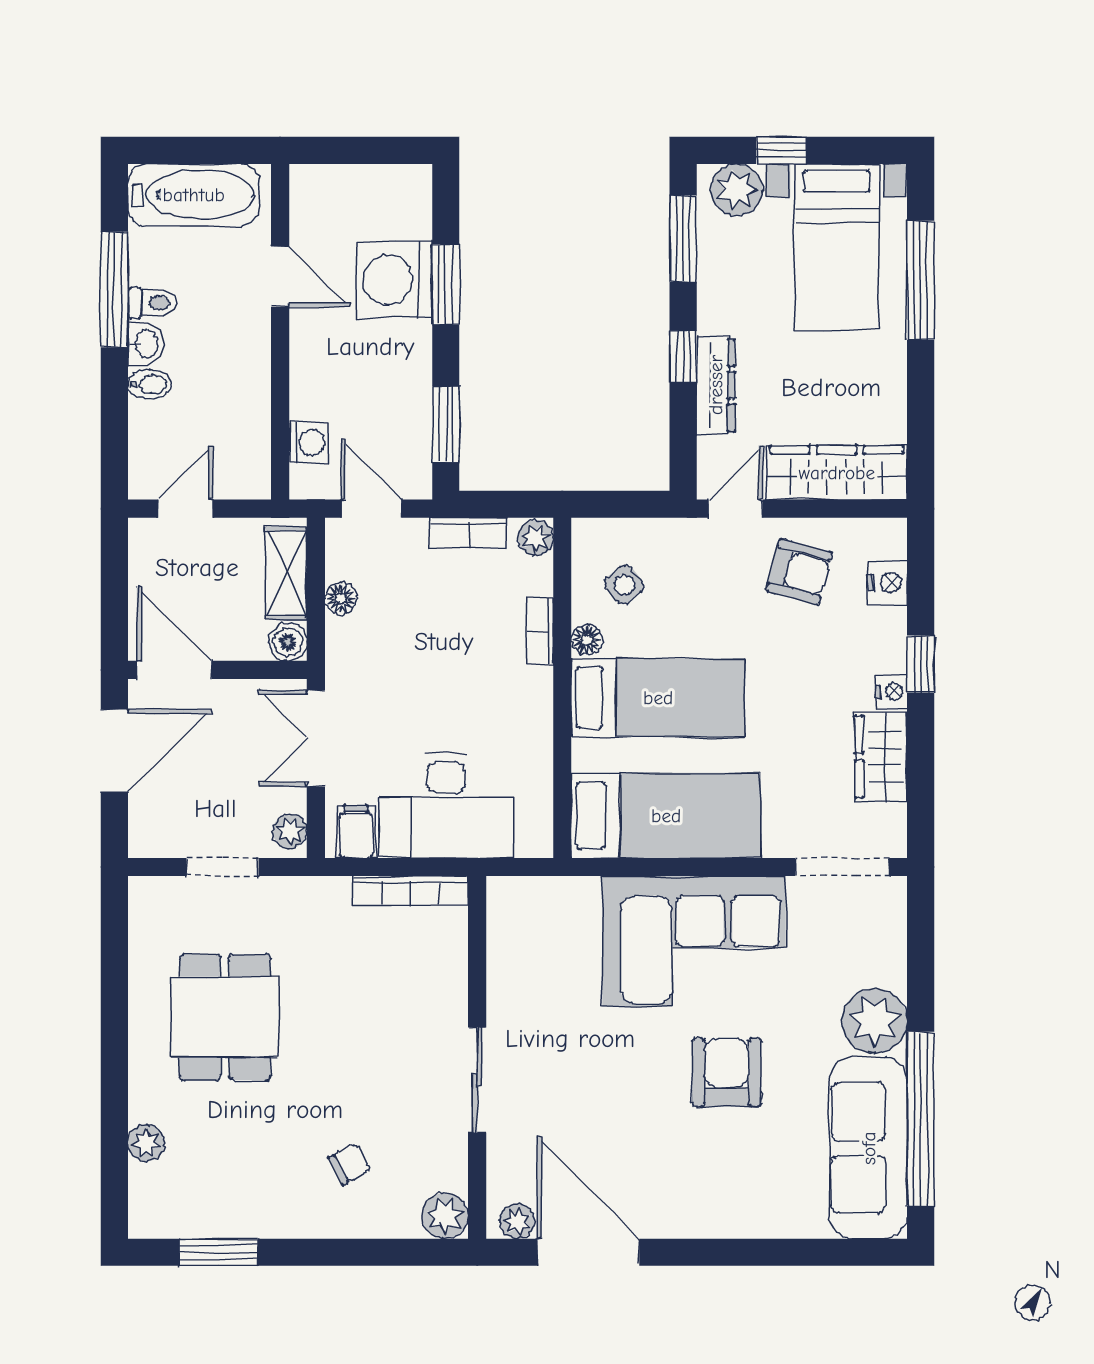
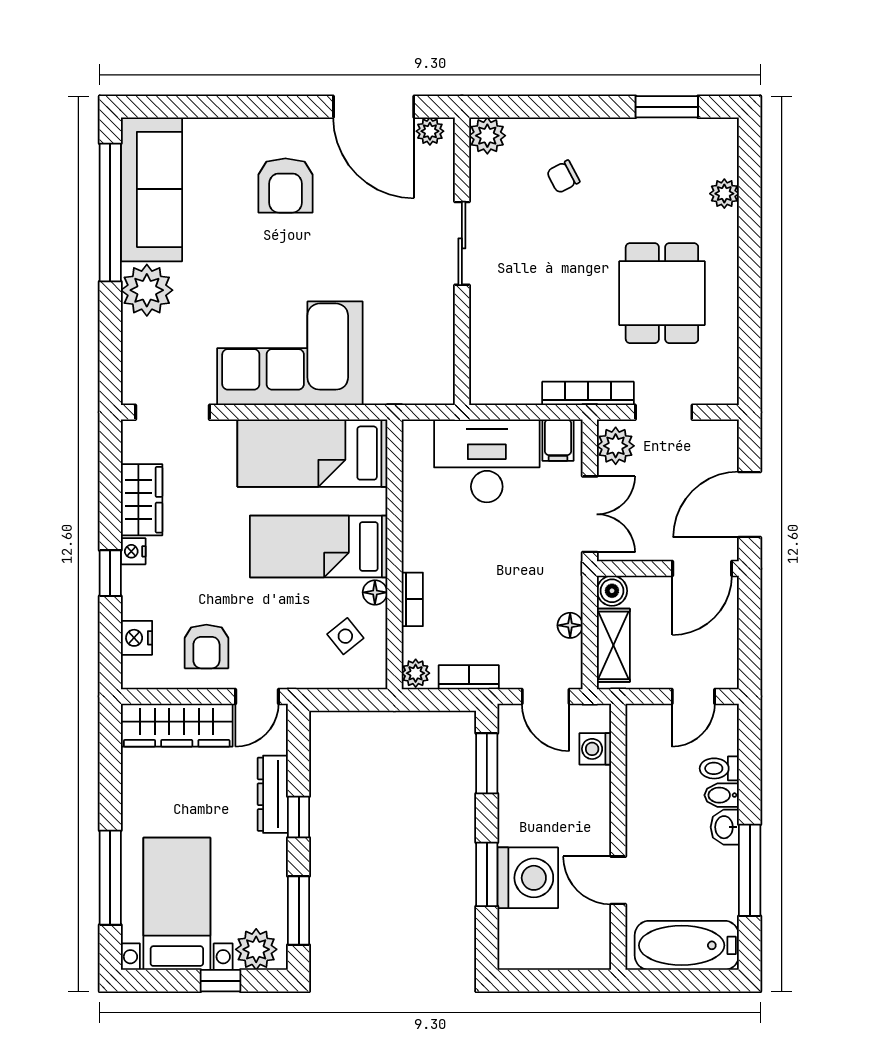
toilet: (153, 303) -> (719, 768), moved
armchair: (799, 572) -> (206, 646), turned -105
door: (174, 670) -> (702, 569), hinge flipped
plant: (290, 831) -> (616, 446), width x1.38, depth x1.38
bookcase: (410, 891) -> (588, 393), moved
armchair: (727, 1072) -> (285, 185), moved

